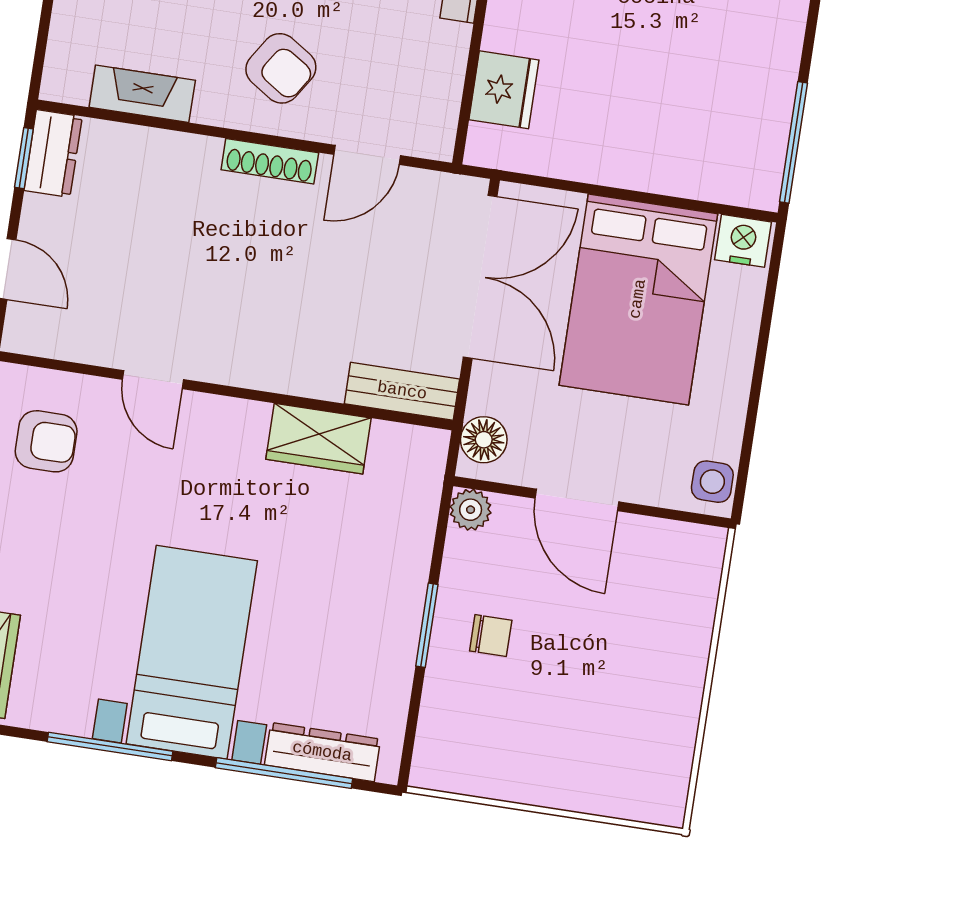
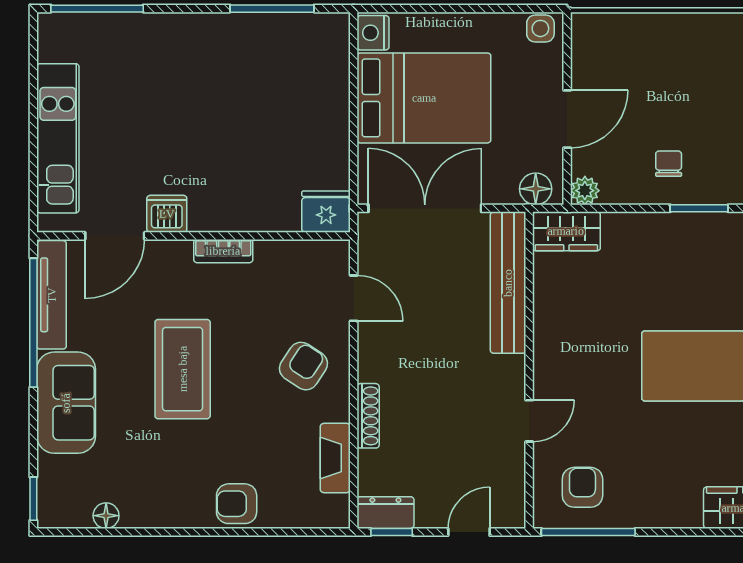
fridge: (504, 90) -> (326, 212), moved
window: (793, 142) -> (272, 9), moved
shoe rack: (270, 161) -> (368, 416), moved
bench: (402, 391) -> (508, 283), width x1.86, depth x1.21
wardrobe: (318, 439) -> (566, 231), moved, turned 90
window: (427, 625) -> (699, 208), moved

